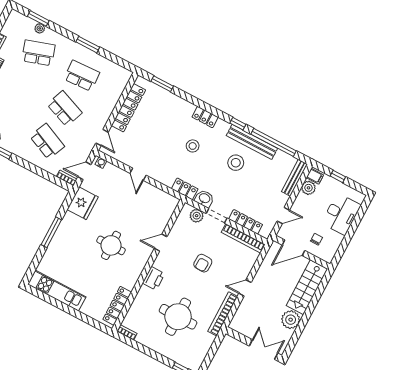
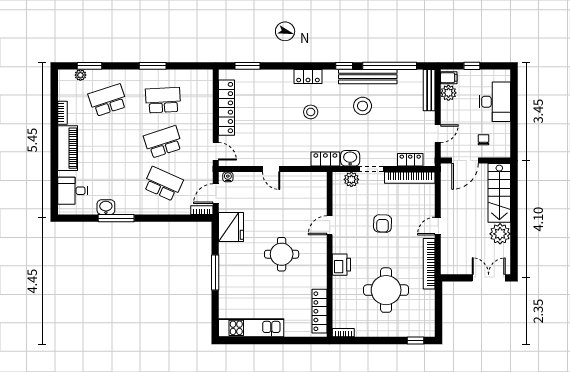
plant: (40, 28) -> (80, 75), moved
school desk: (64, 109) -> (163, 142), turned -39
locker: (246, 222) -> (410, 160), width x0.66

